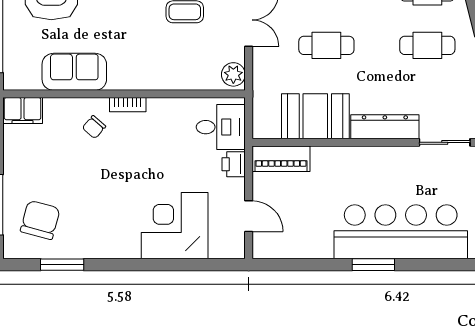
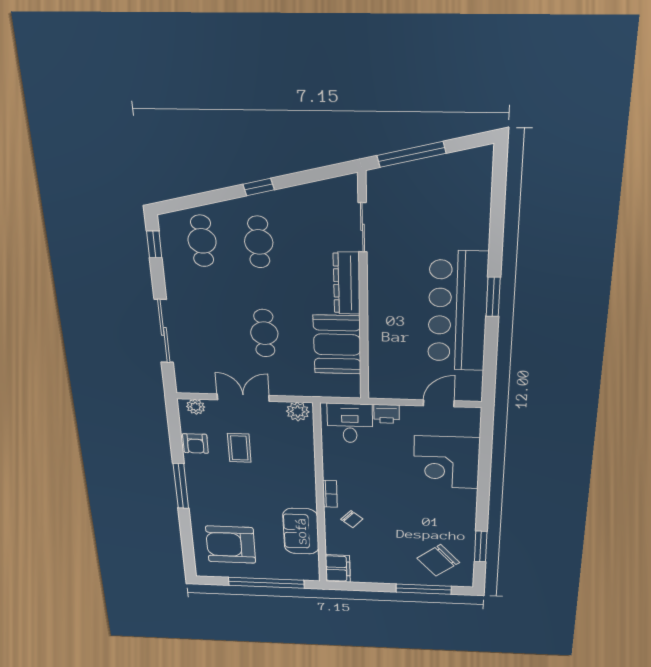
piano: (281, 159) -> (381, 375), removed
chair: (40, 220) -> (438, 560), turned -55
bar counter: (401, 232) -> (458, 312), moved

